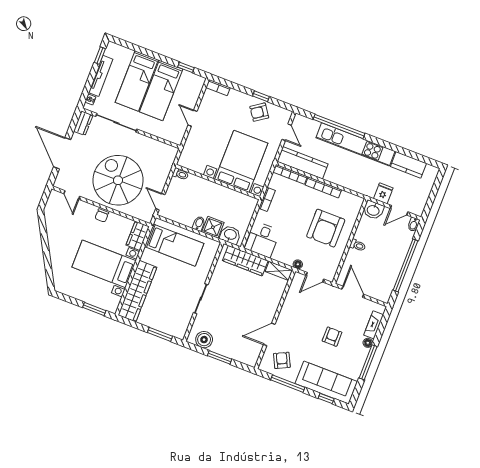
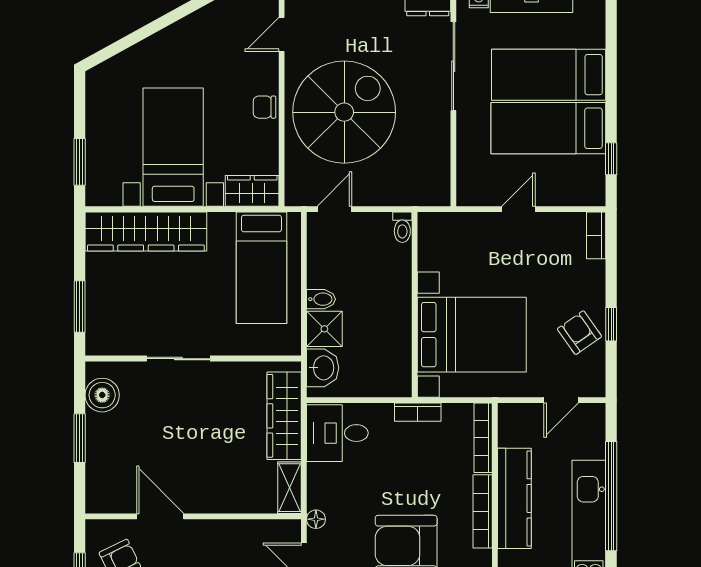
kitchen counter: (303, 163) -> (514, 498), moved

